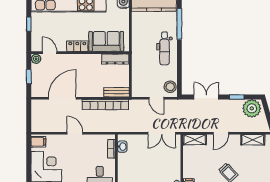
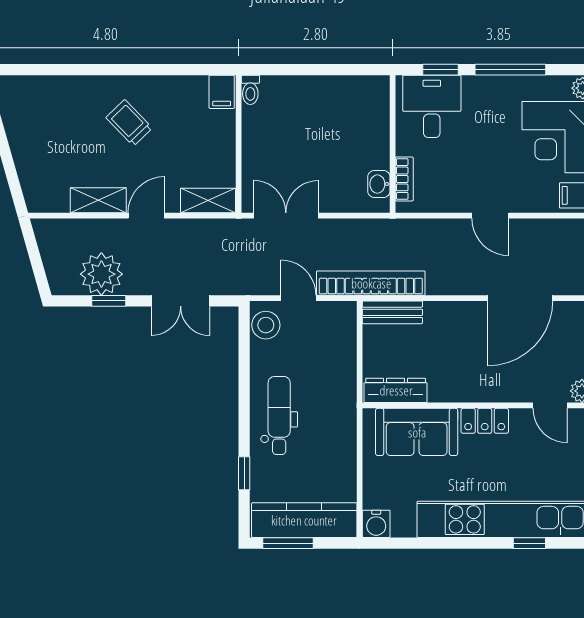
window: (179, 24) -> (244, 473), width x0.46
bookcase: (105, 105) -> (371, 283), moved
plant: (252, 108) -> (101, 274), moved
shelving: (253, 140) -> (98, 200), moved

